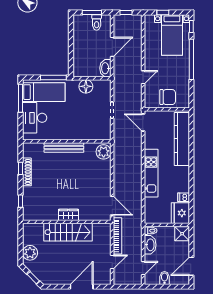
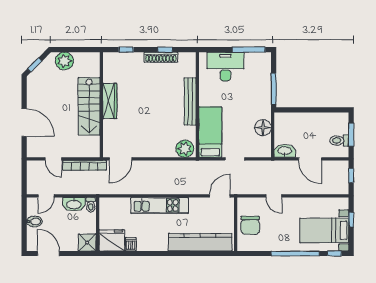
bed: (44, 92) -> (210, 132), moved, turned 180
wardrobe: (68, 215) -> (110, 101), width x1.50
door: (143, 268) -> (46, 196), hinge flipped

